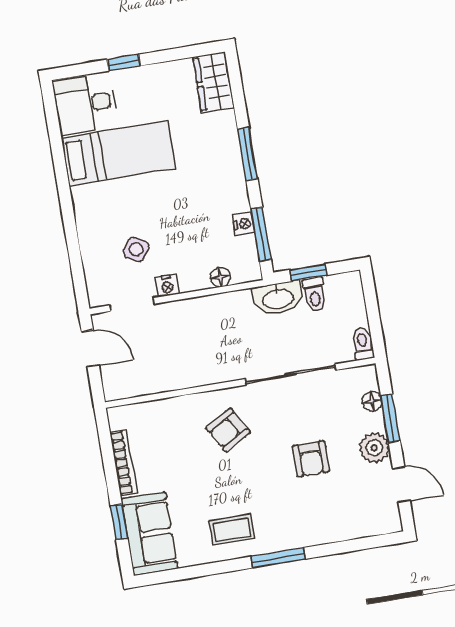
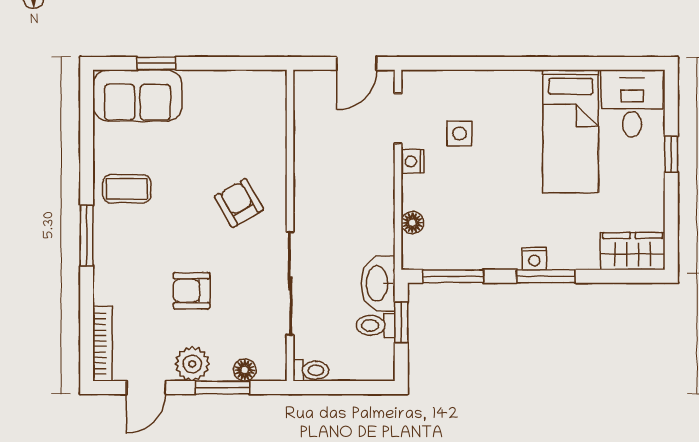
nightstand: (244, 224) -> (534, 259), moved
side table: (136, 249) -> (459, 133), turned -32
bookcase: (123, 463) -> (103, 344), moved, turned -90
coffee table: (232, 530) -> (127, 189), turned 90

